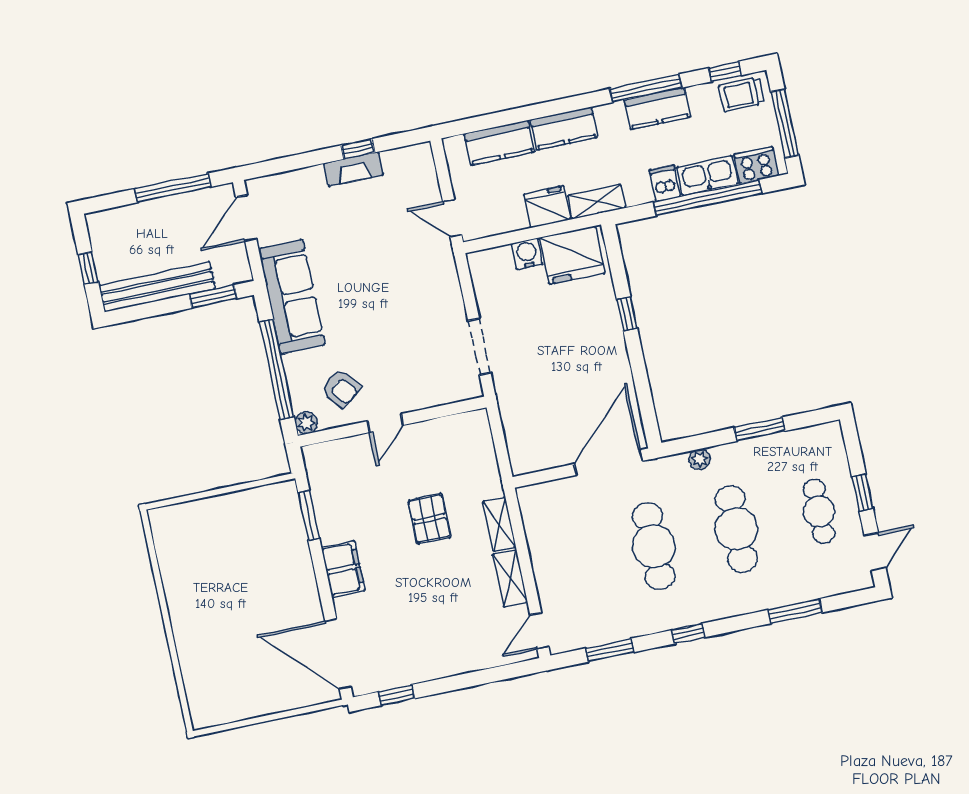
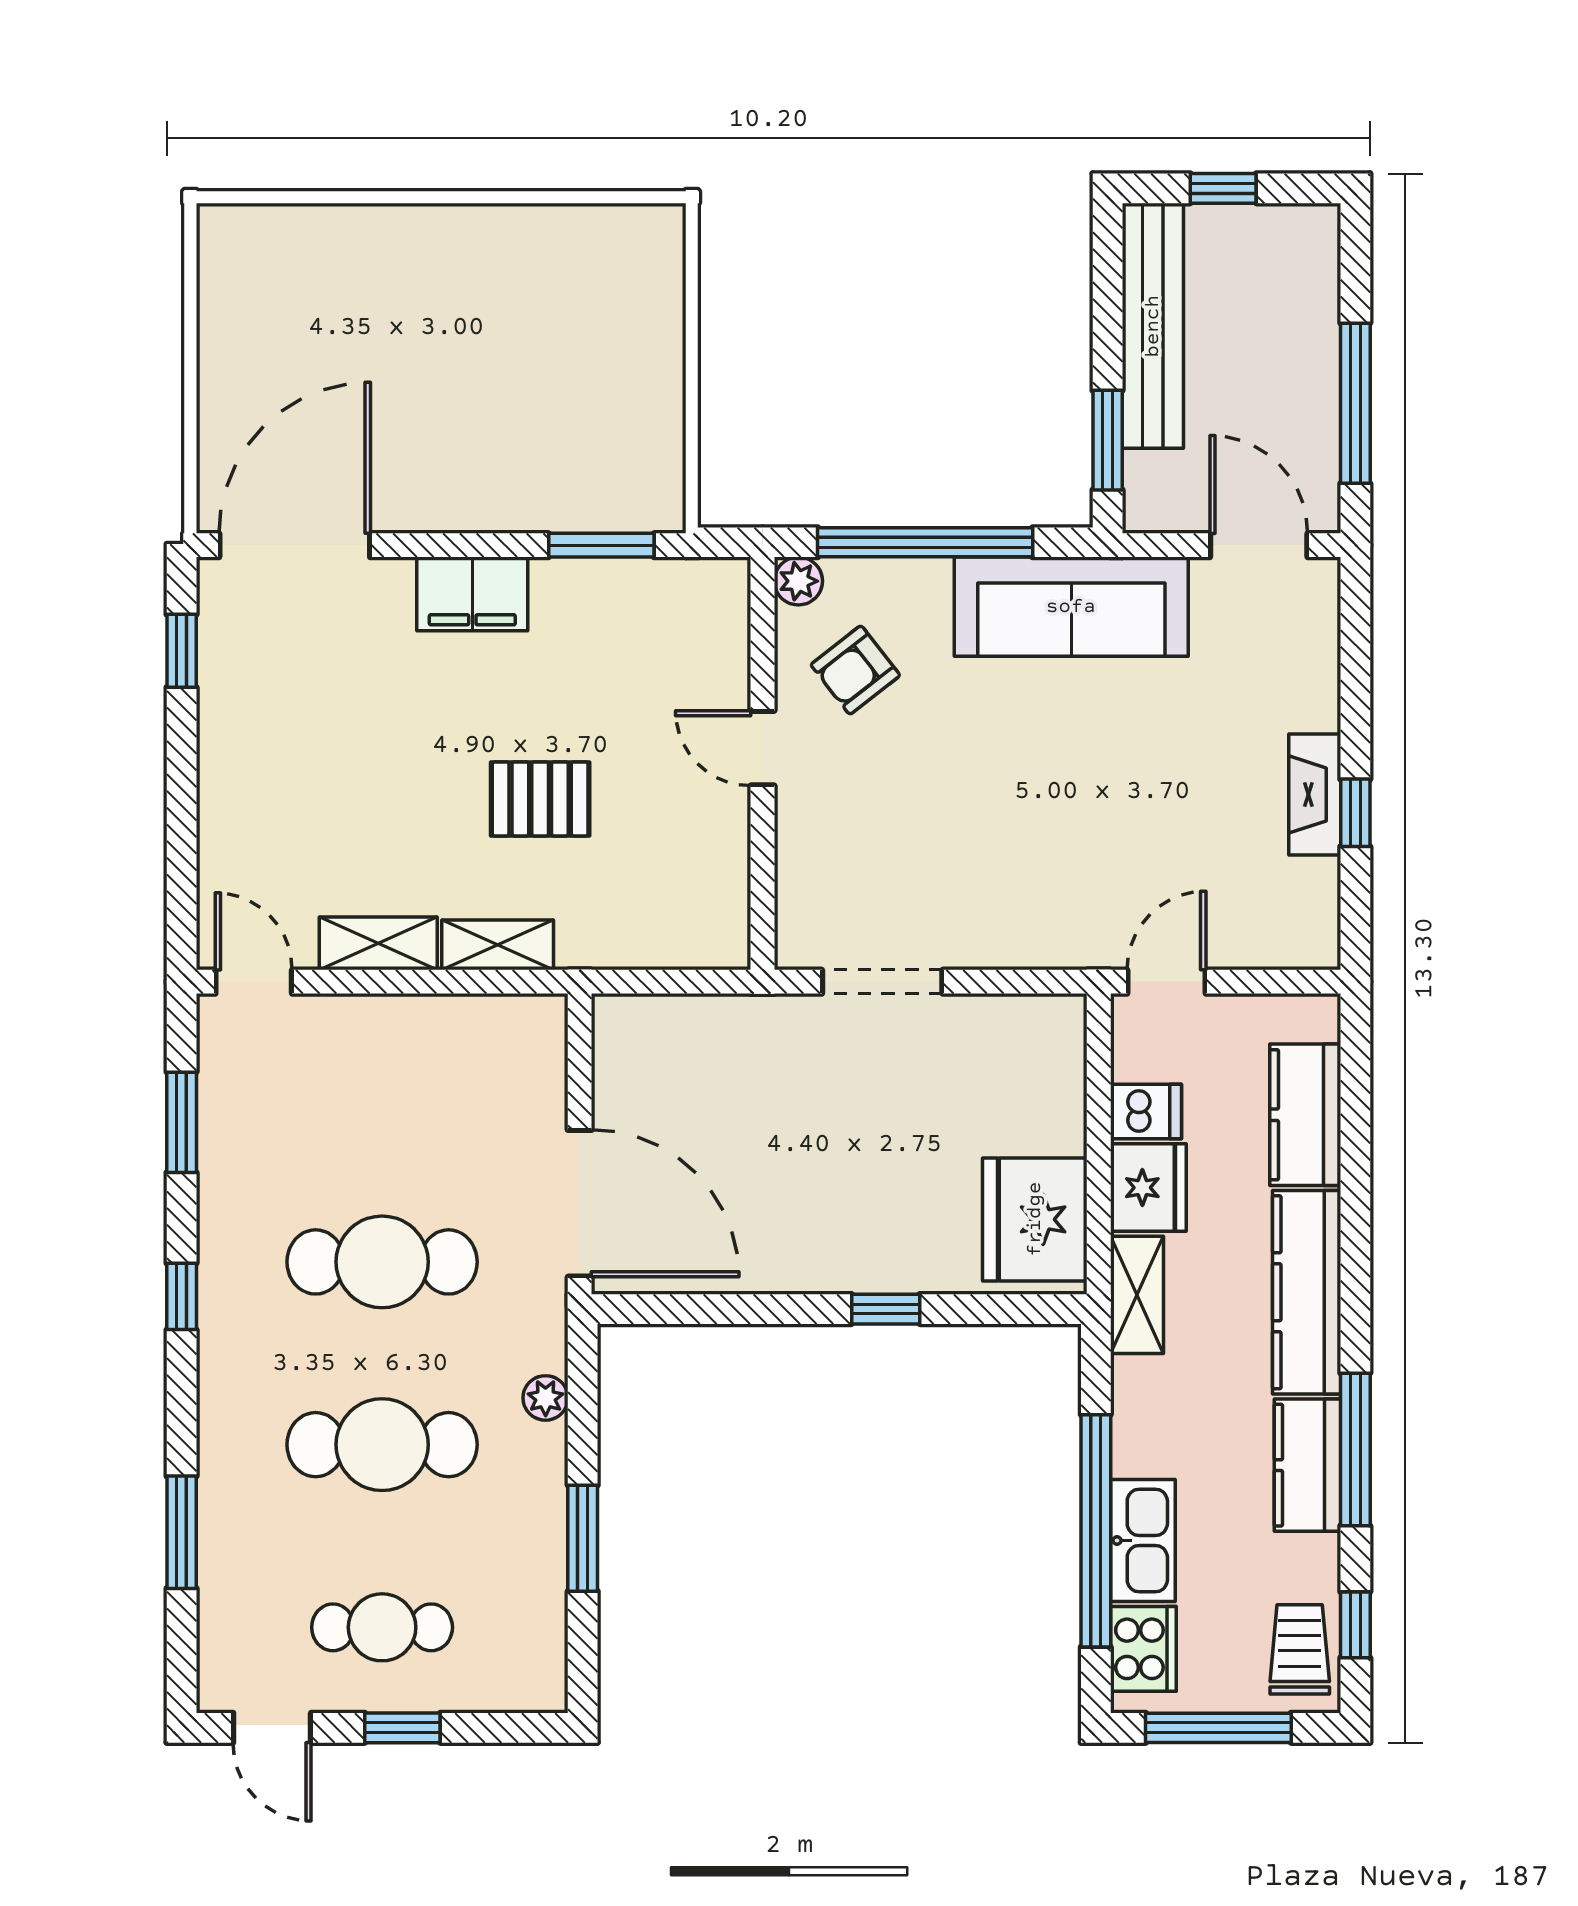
kitchen counter: (564, 128) -> (1307, 1292), width x1.50
dishwasher: (665, 183) -> (1146, 1112), moved
water cooler: (527, 254) -> (1058, 1124), removed

